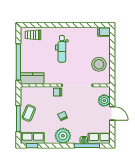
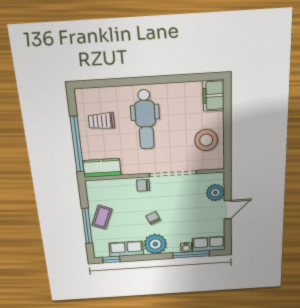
filing cabinet: (104, 32) -> (214, 95), width x2.00
trolley: (33, 35) -> (101, 121), moved
dental chair: (62, 49) -> (145, 120), width x1.36, depth x1.38
door: (112, 113) -> (228, 210), hinge flipped
row of seats: (33, 138) -> (126, 249), moved

